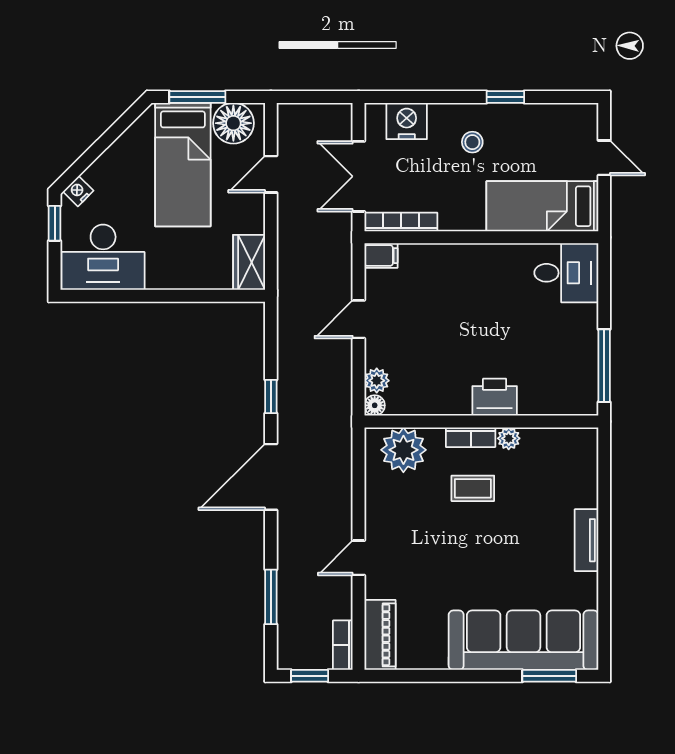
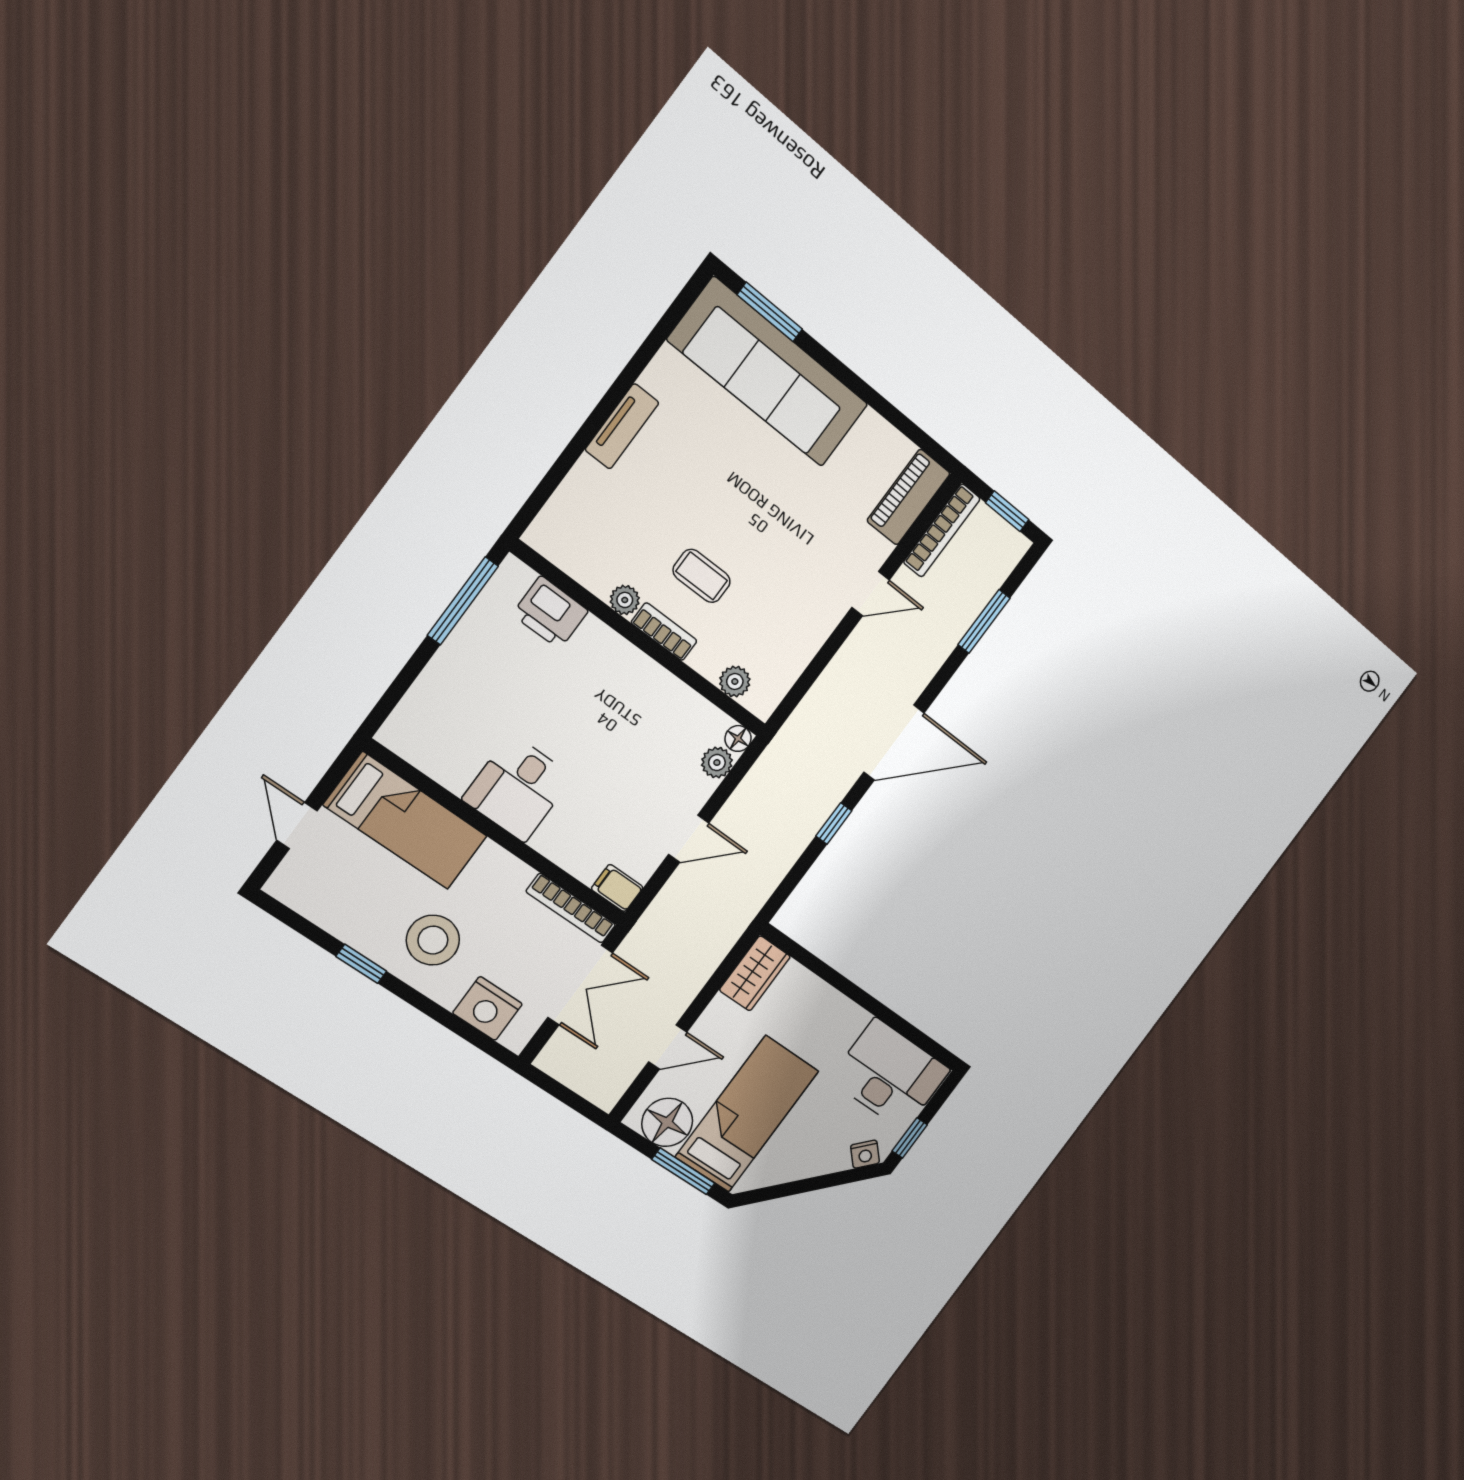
stool: (472, 142) -> (433, 940), width x1.89, depth x1.89
desk: (566, 273) -> (518, 788), moved, turned -90
printer: (495, 397) -> (550, 613), moved
plant: (403, 450) -> (735, 682), width x0.53, depth x0.53
bookcase: (343, 645) -> (942, 530), width x1.56

